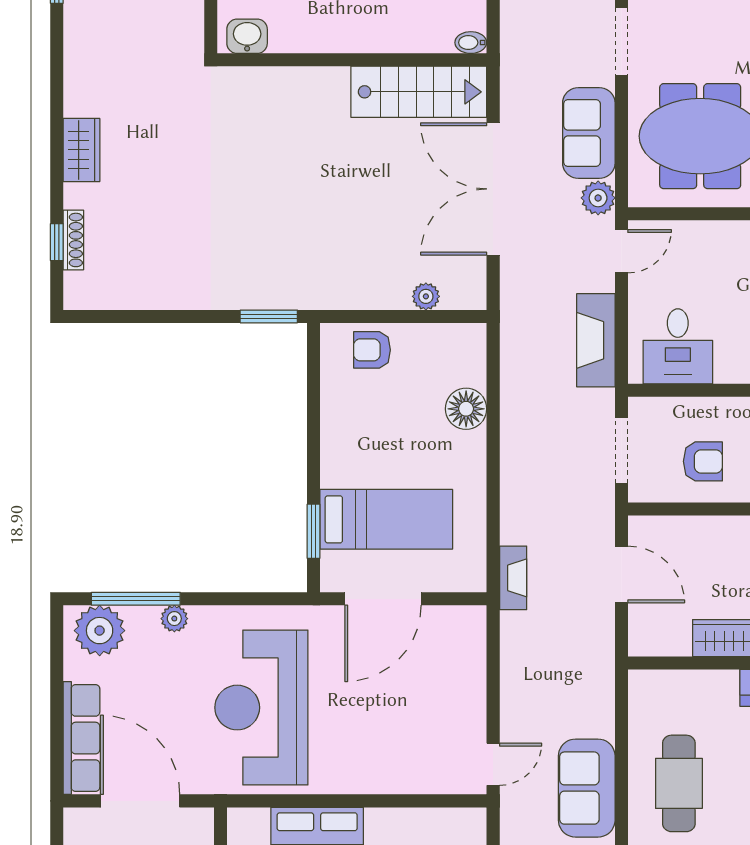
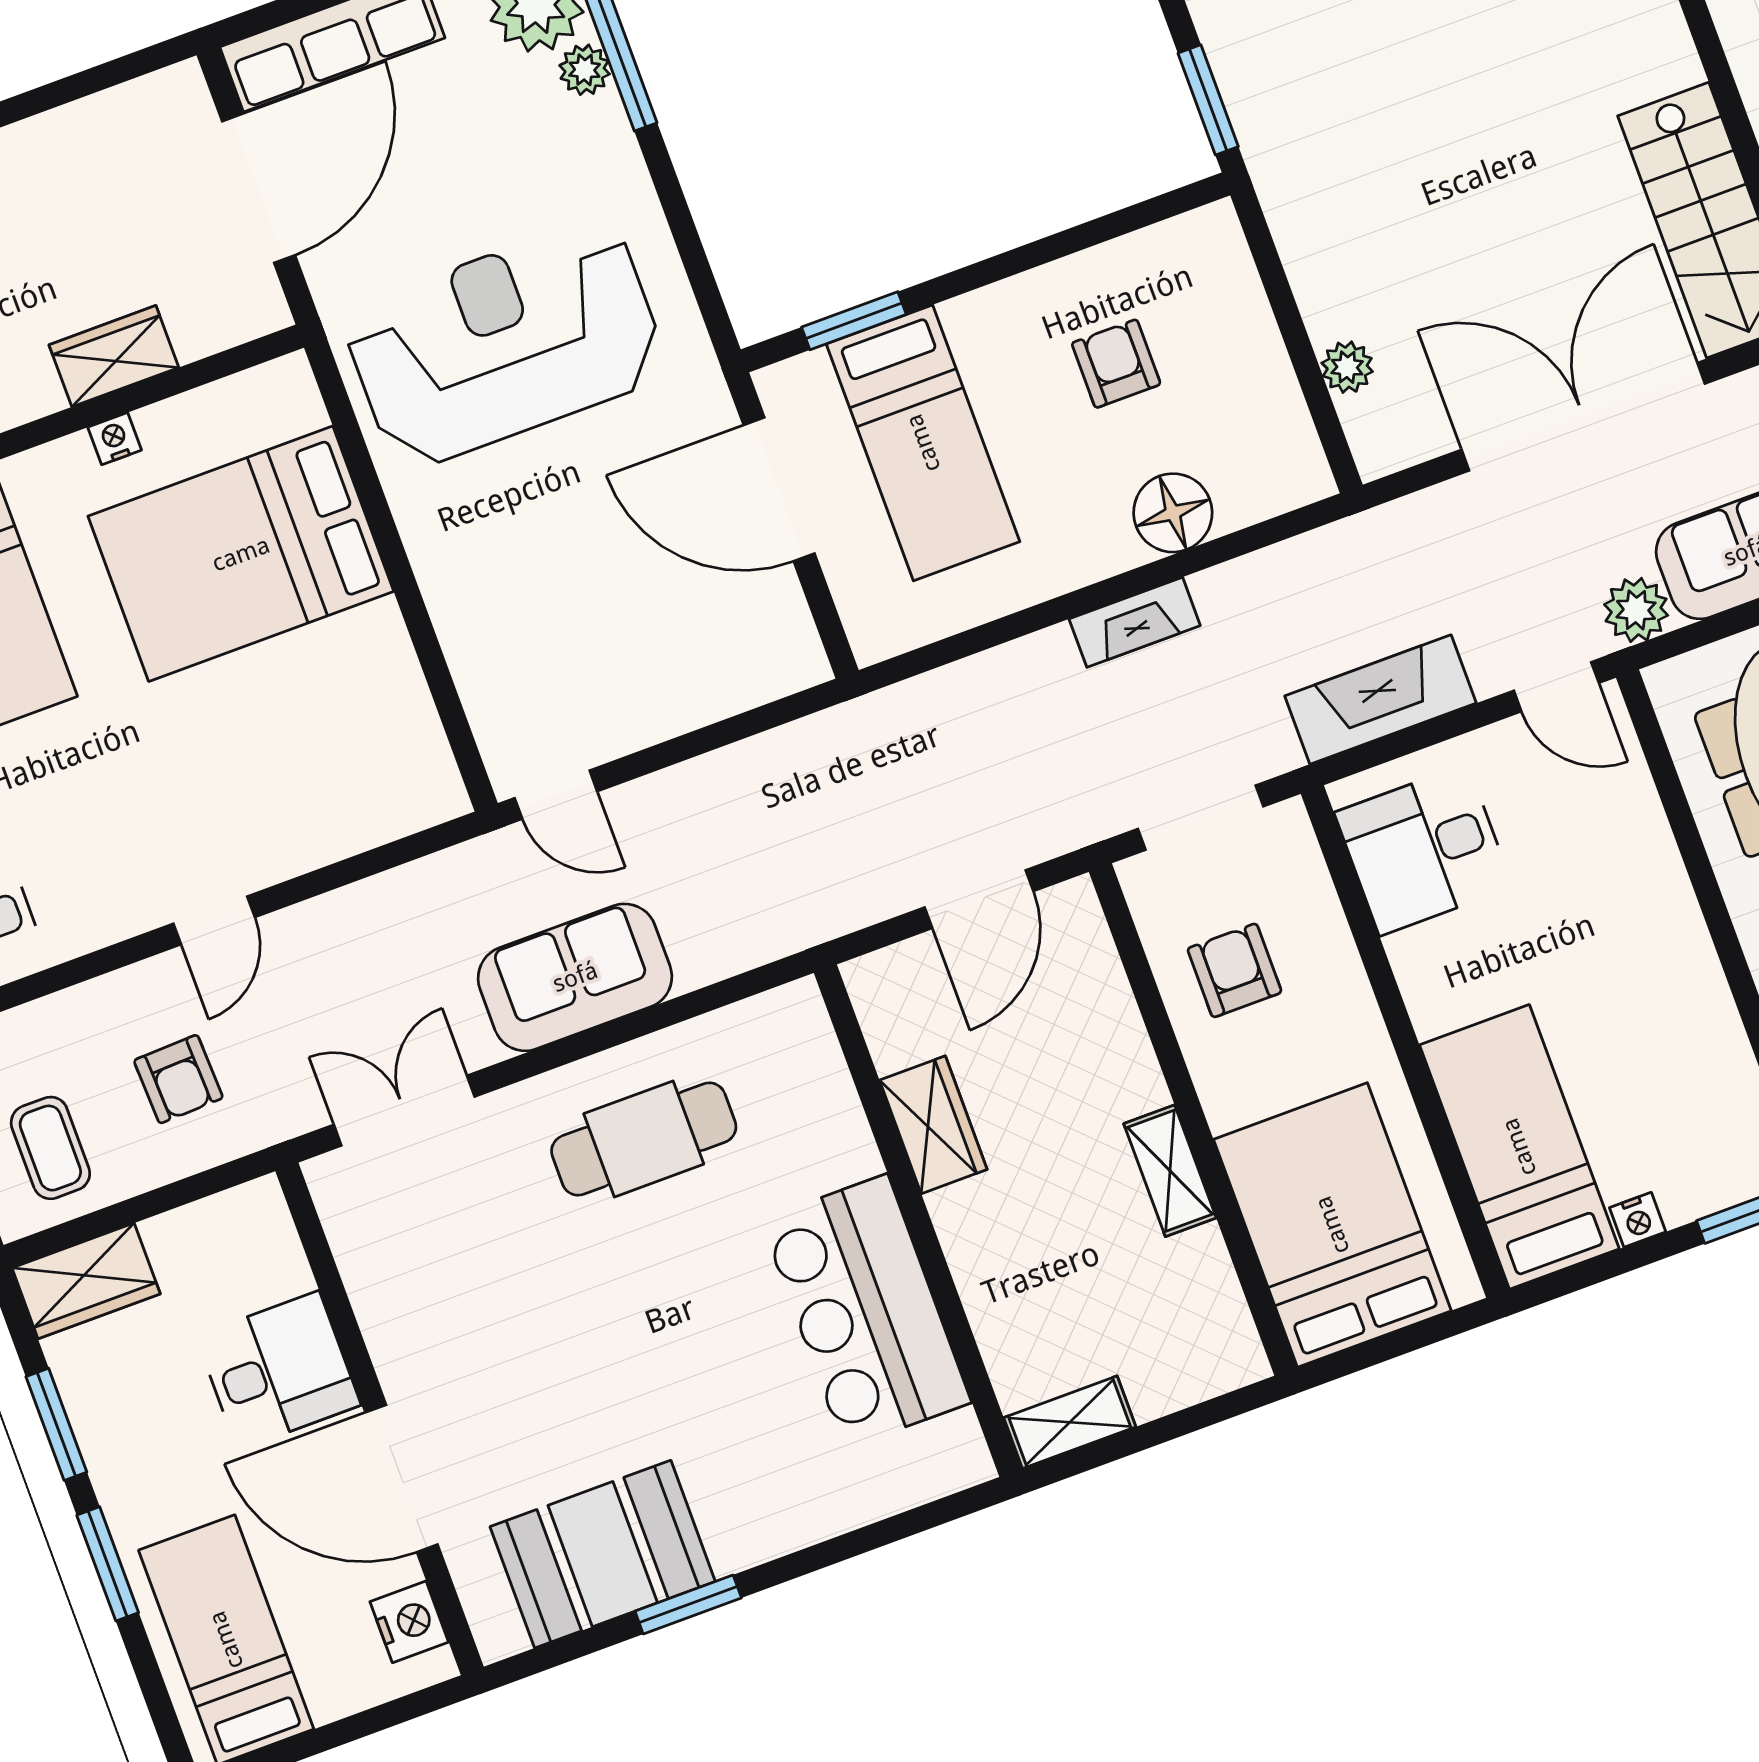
armchair: (372, 350) -> (1116, 364), moved
armchair: (703, 461) -> (1234, 970), turned 180
fireplace: (513, 578) -> (1135, 622), moved
plant: (174, 619) -> (585, 70), moved

